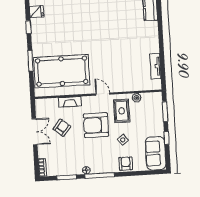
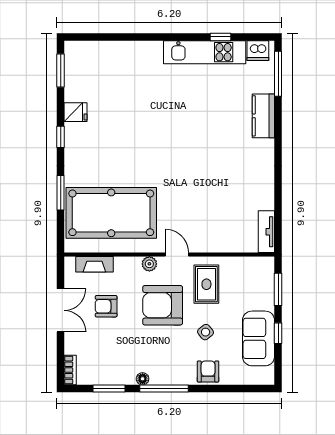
tv unit: (155, 66) -> (266, 232), moved
plant: (137, 98) -> (149, 264), moved
fireplace: (70, 102) -> (94, 264), moved
armchair: (62, 128) -> (106, 306), turned -129
sofa: (156, 153) -> (259, 338), moved

